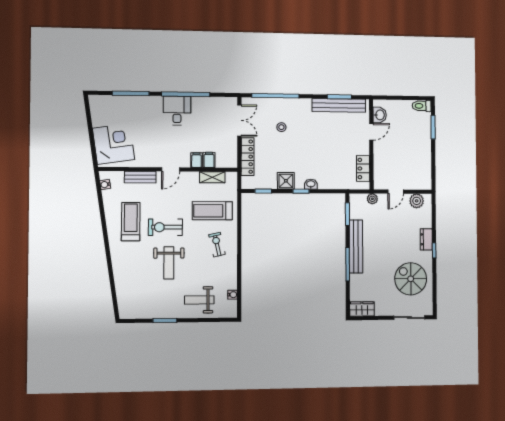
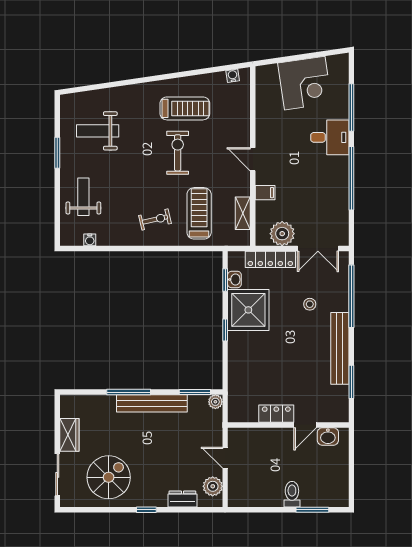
bench: (339, 105) -> (340, 348), moved
toilet: (422, 106) -> (292, 494), moved
desk: (177, 111) -> (330, 137), moved
door: (371, 132) -> (305, 425), hinge flipped
corner desk: (114, 144) -> (305, 83), moved
plant: (228, 147) -> (282, 234), added
filing cabinet: (209, 160) -> (266, 209), removed
locker: (363, 169) -> (276, 414), moved
bench: (140, 177) -> (243, 120), removed
shower: (286, 181) -> (248, 310), width x1.86, depth x1.86
washbasin: (311, 184) -> (234, 280), moved
plant: (372, 199) -> (215, 402), moved
dresser: (426, 239) -> (182, 499), moved
weight bench: (169, 263) -> (98, 131), moved
wardrobe: (362, 309) -> (69, 435), moved

